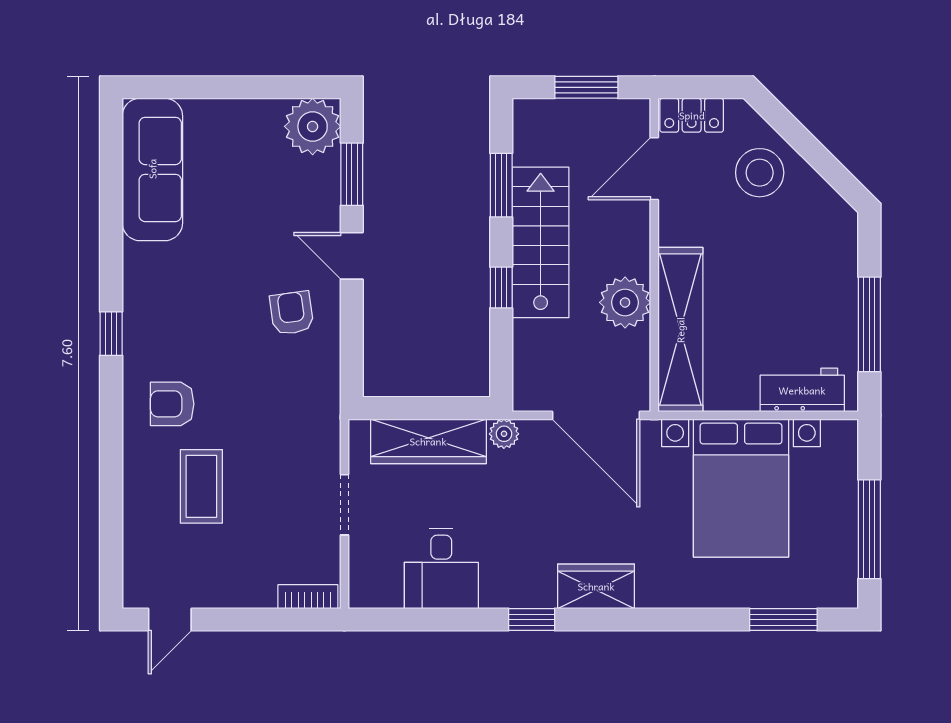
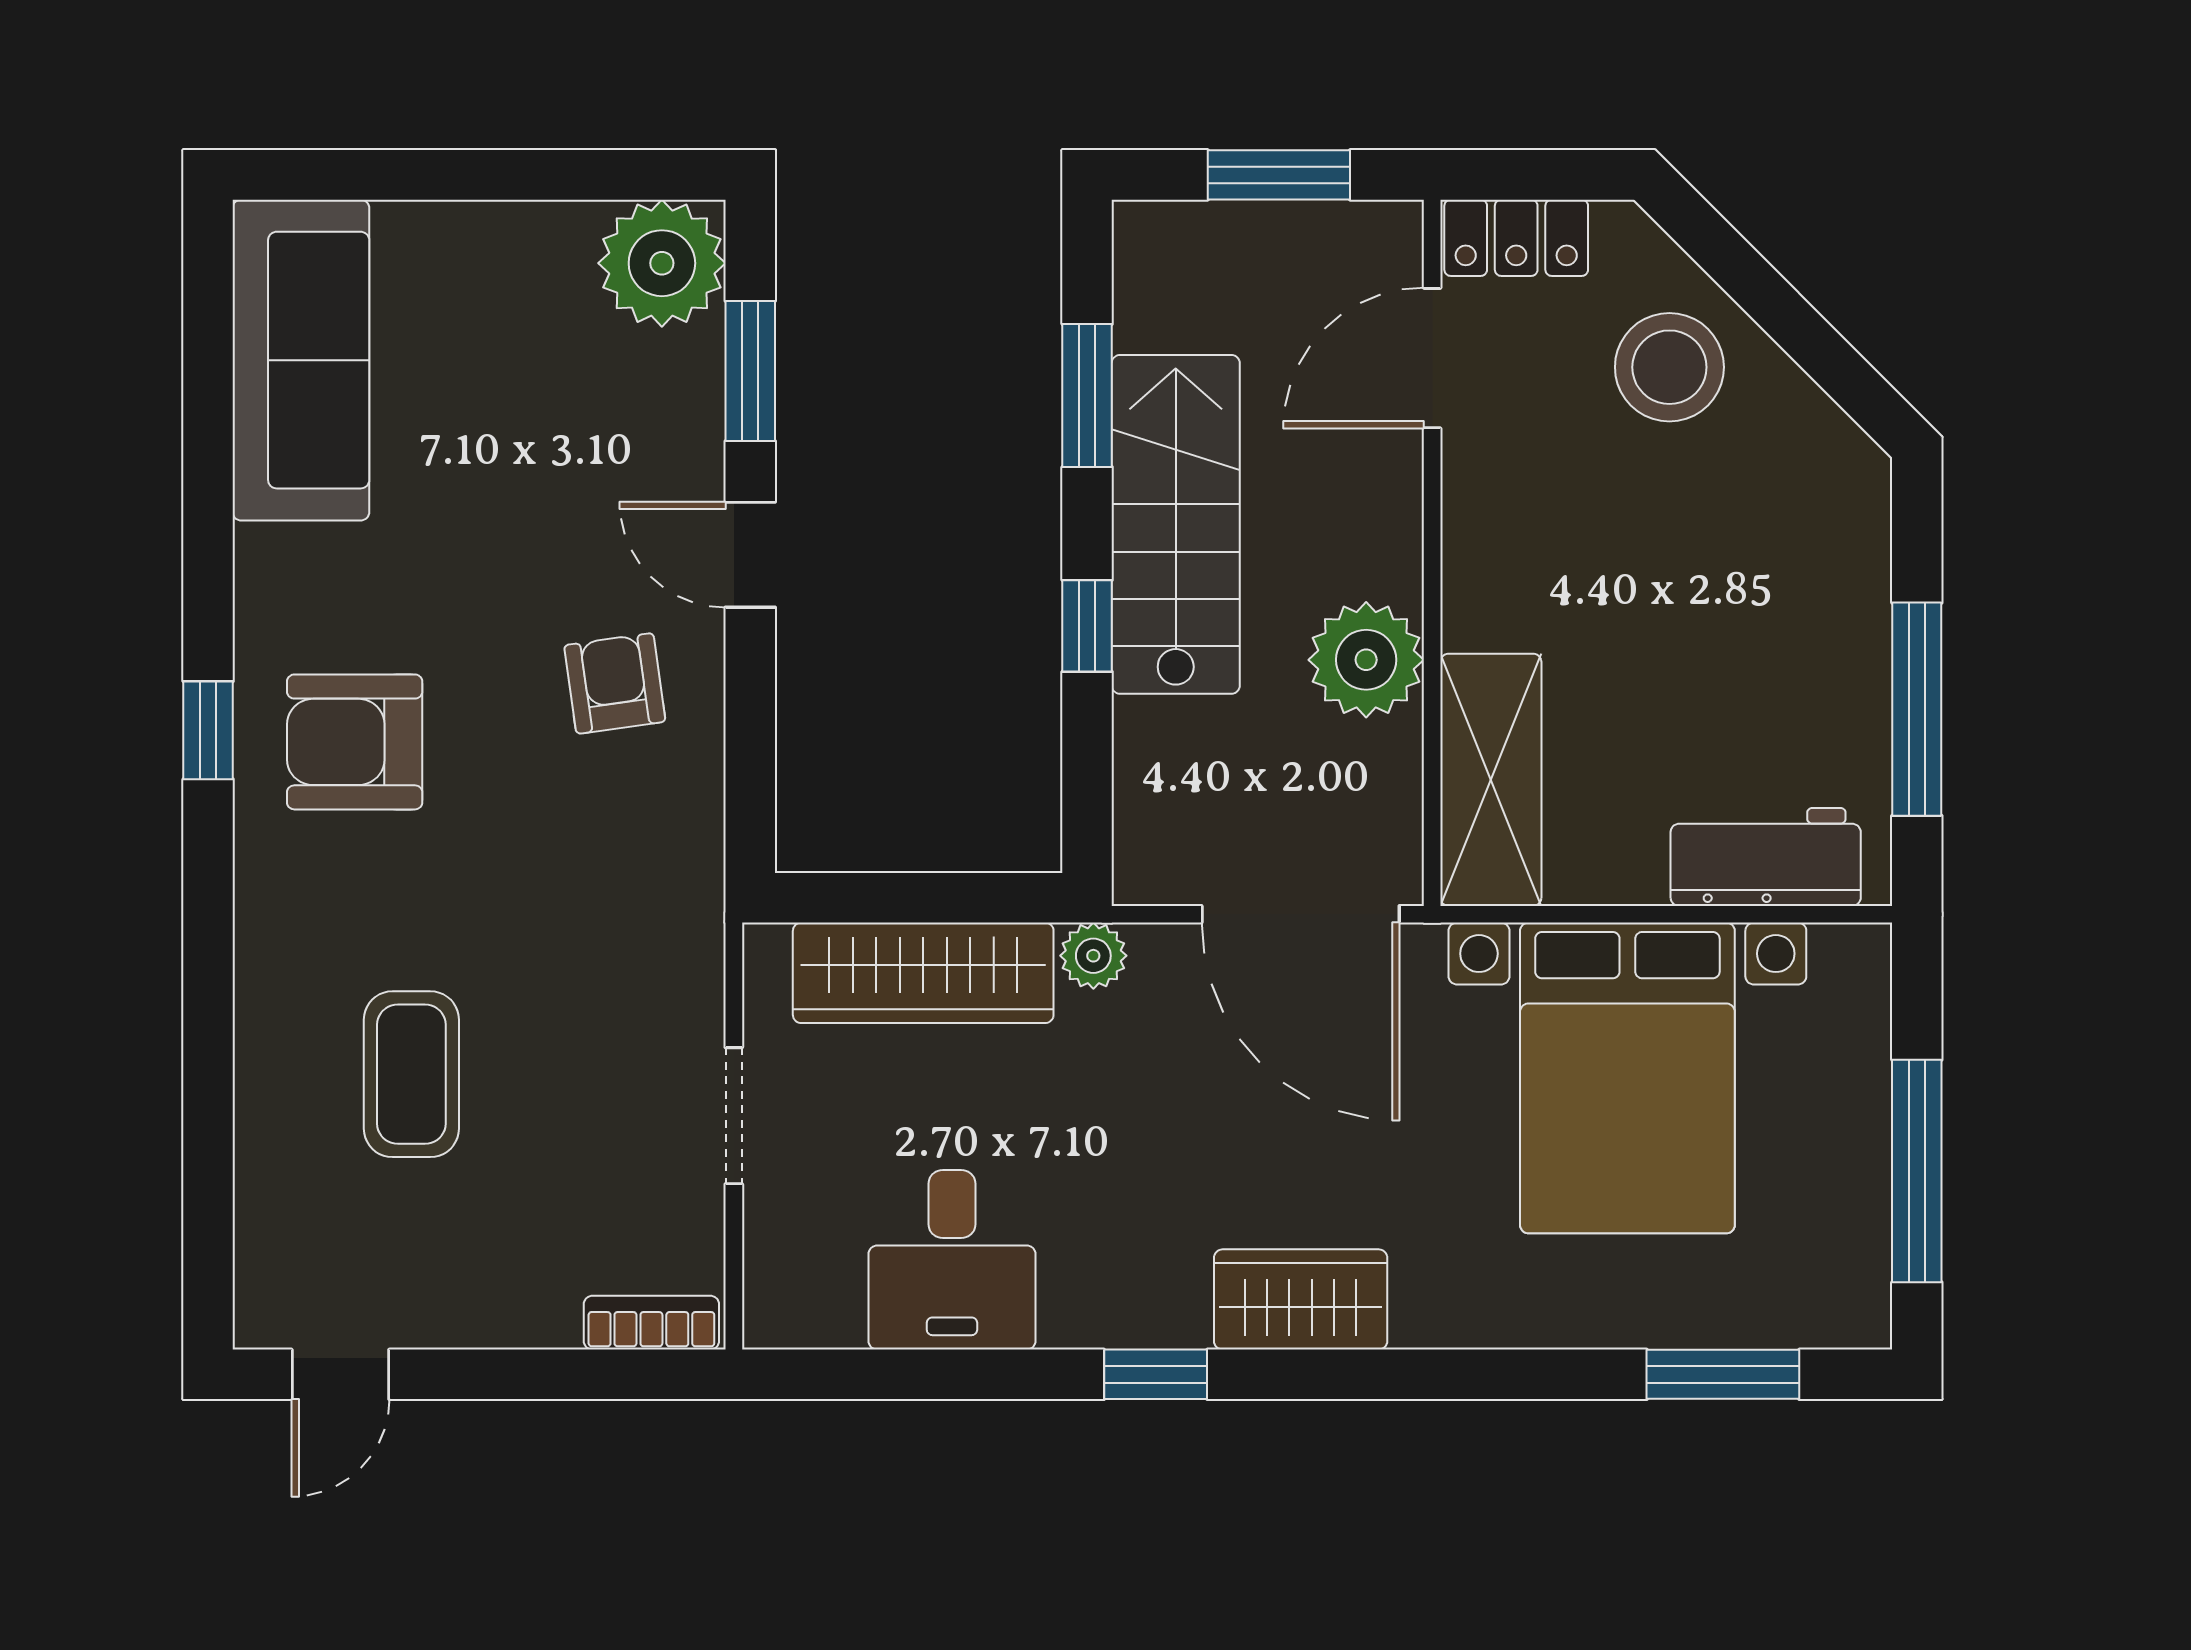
shelving: (680, 330) -> (1491, 780), width x0.68
armchair: (172, 404) -> (355, 742), moved, width x1.38, depth x1.38

